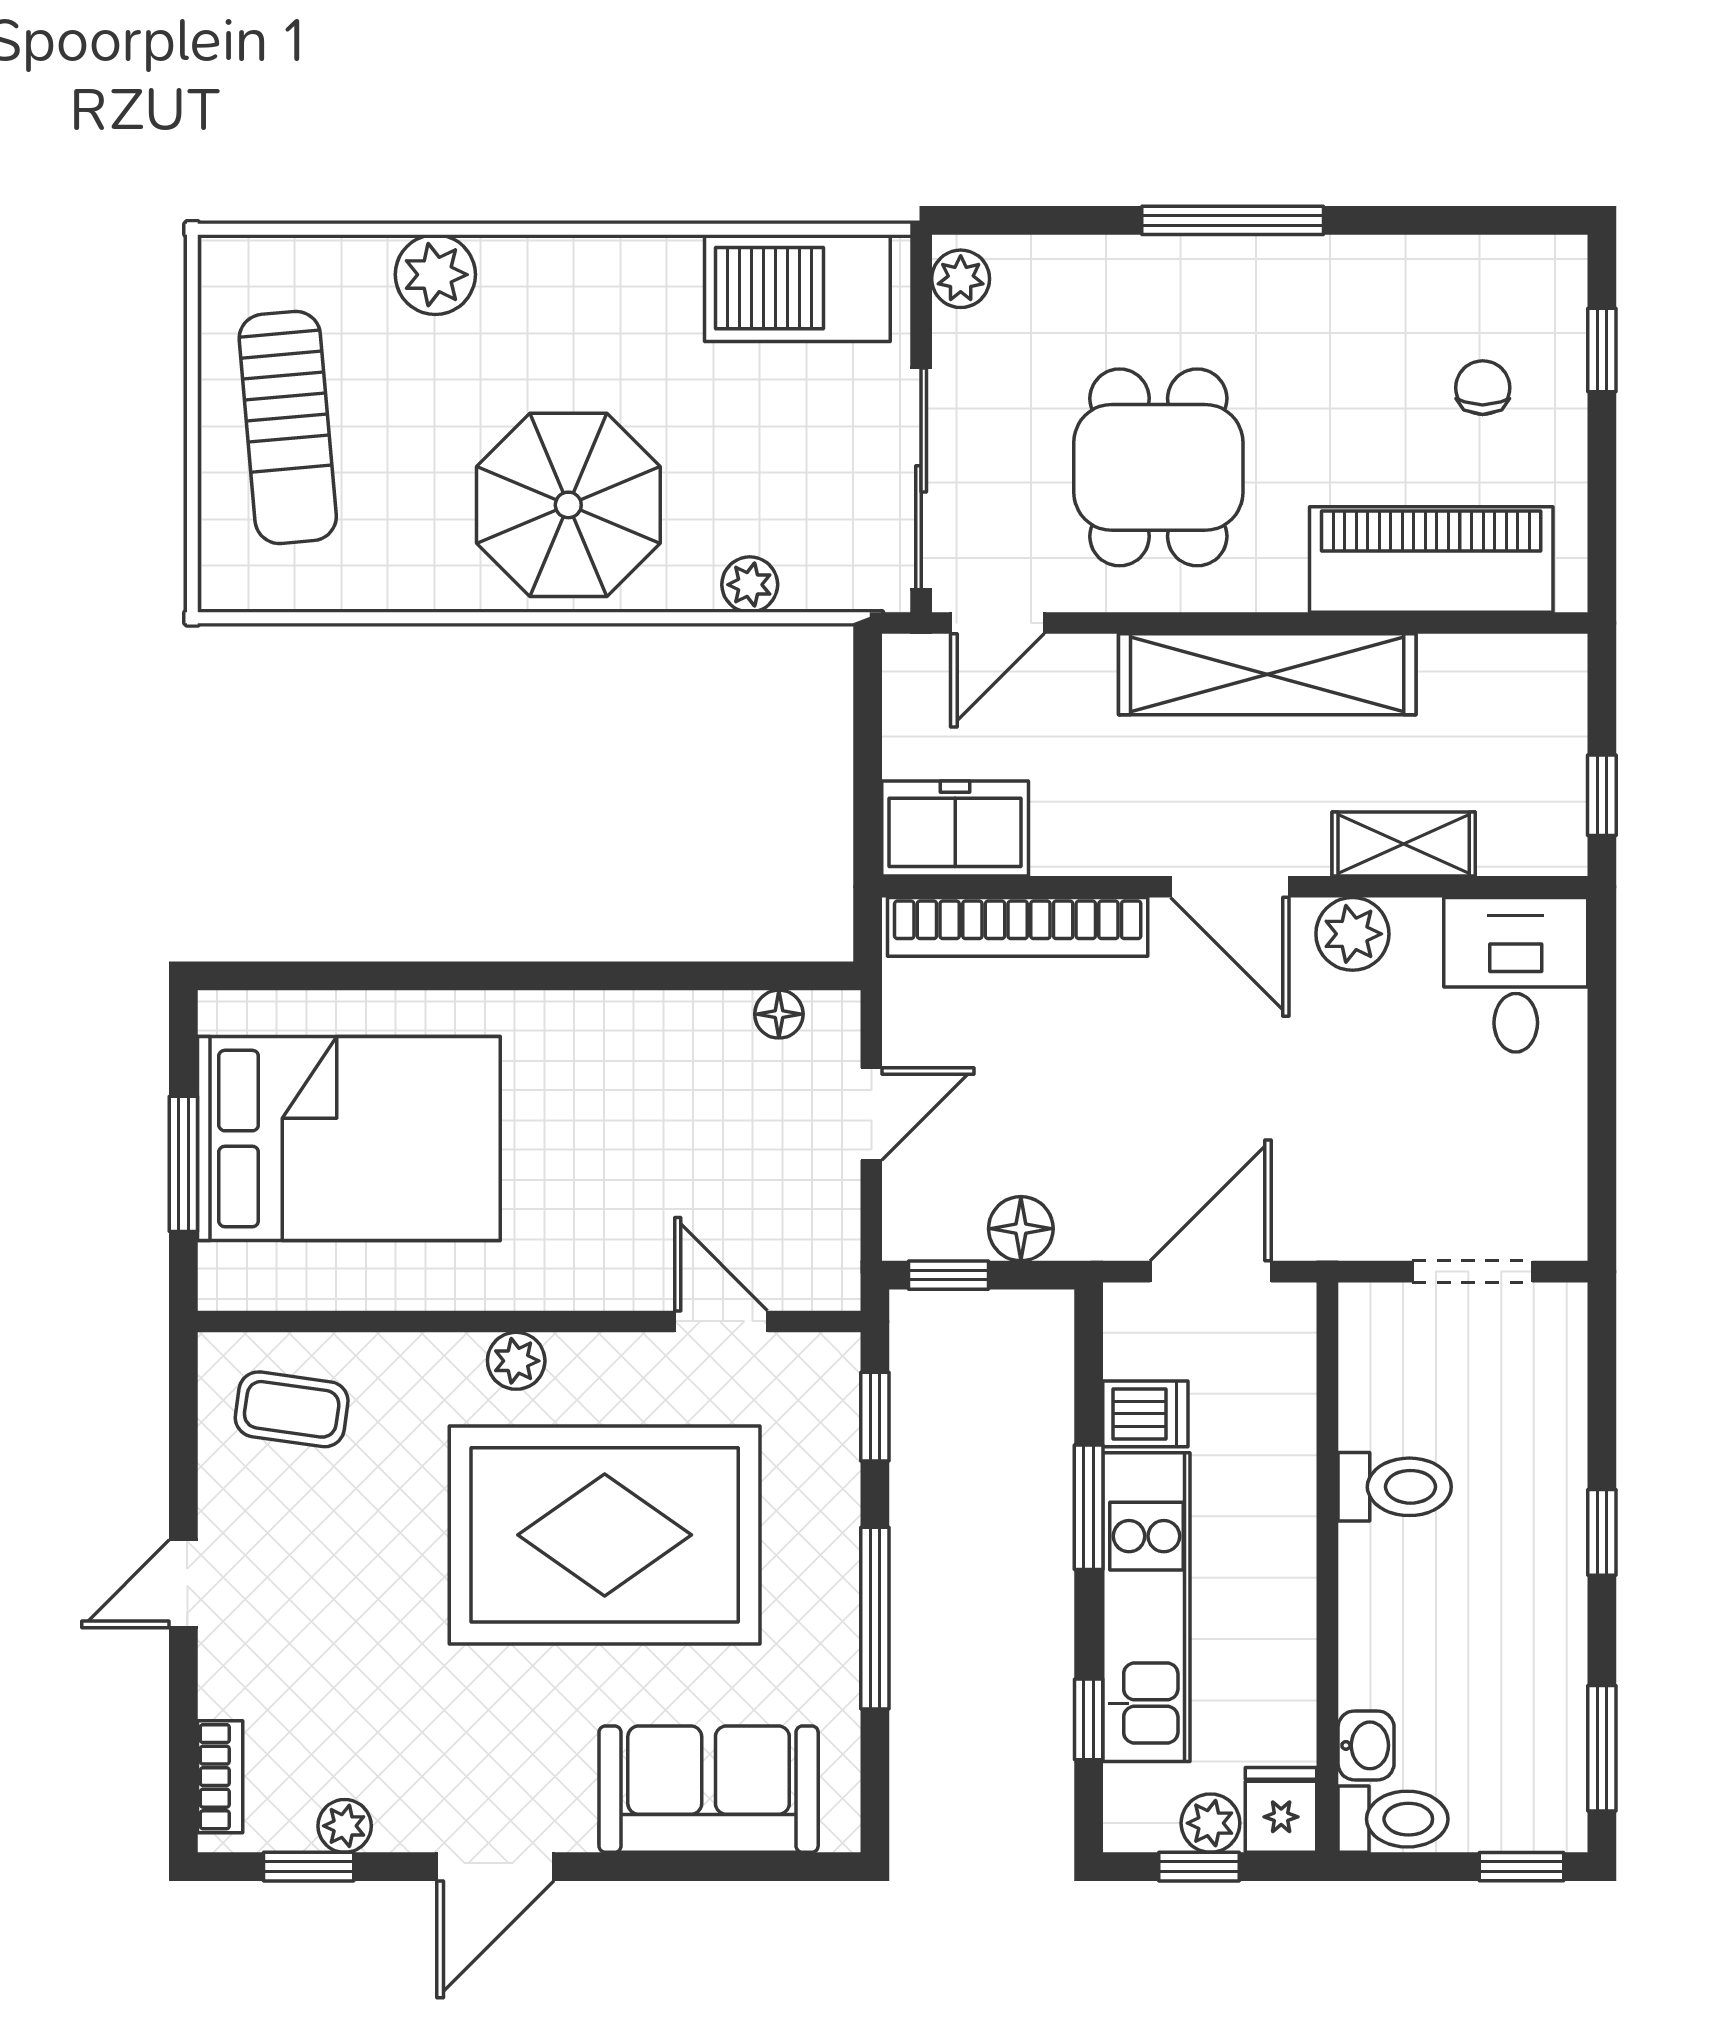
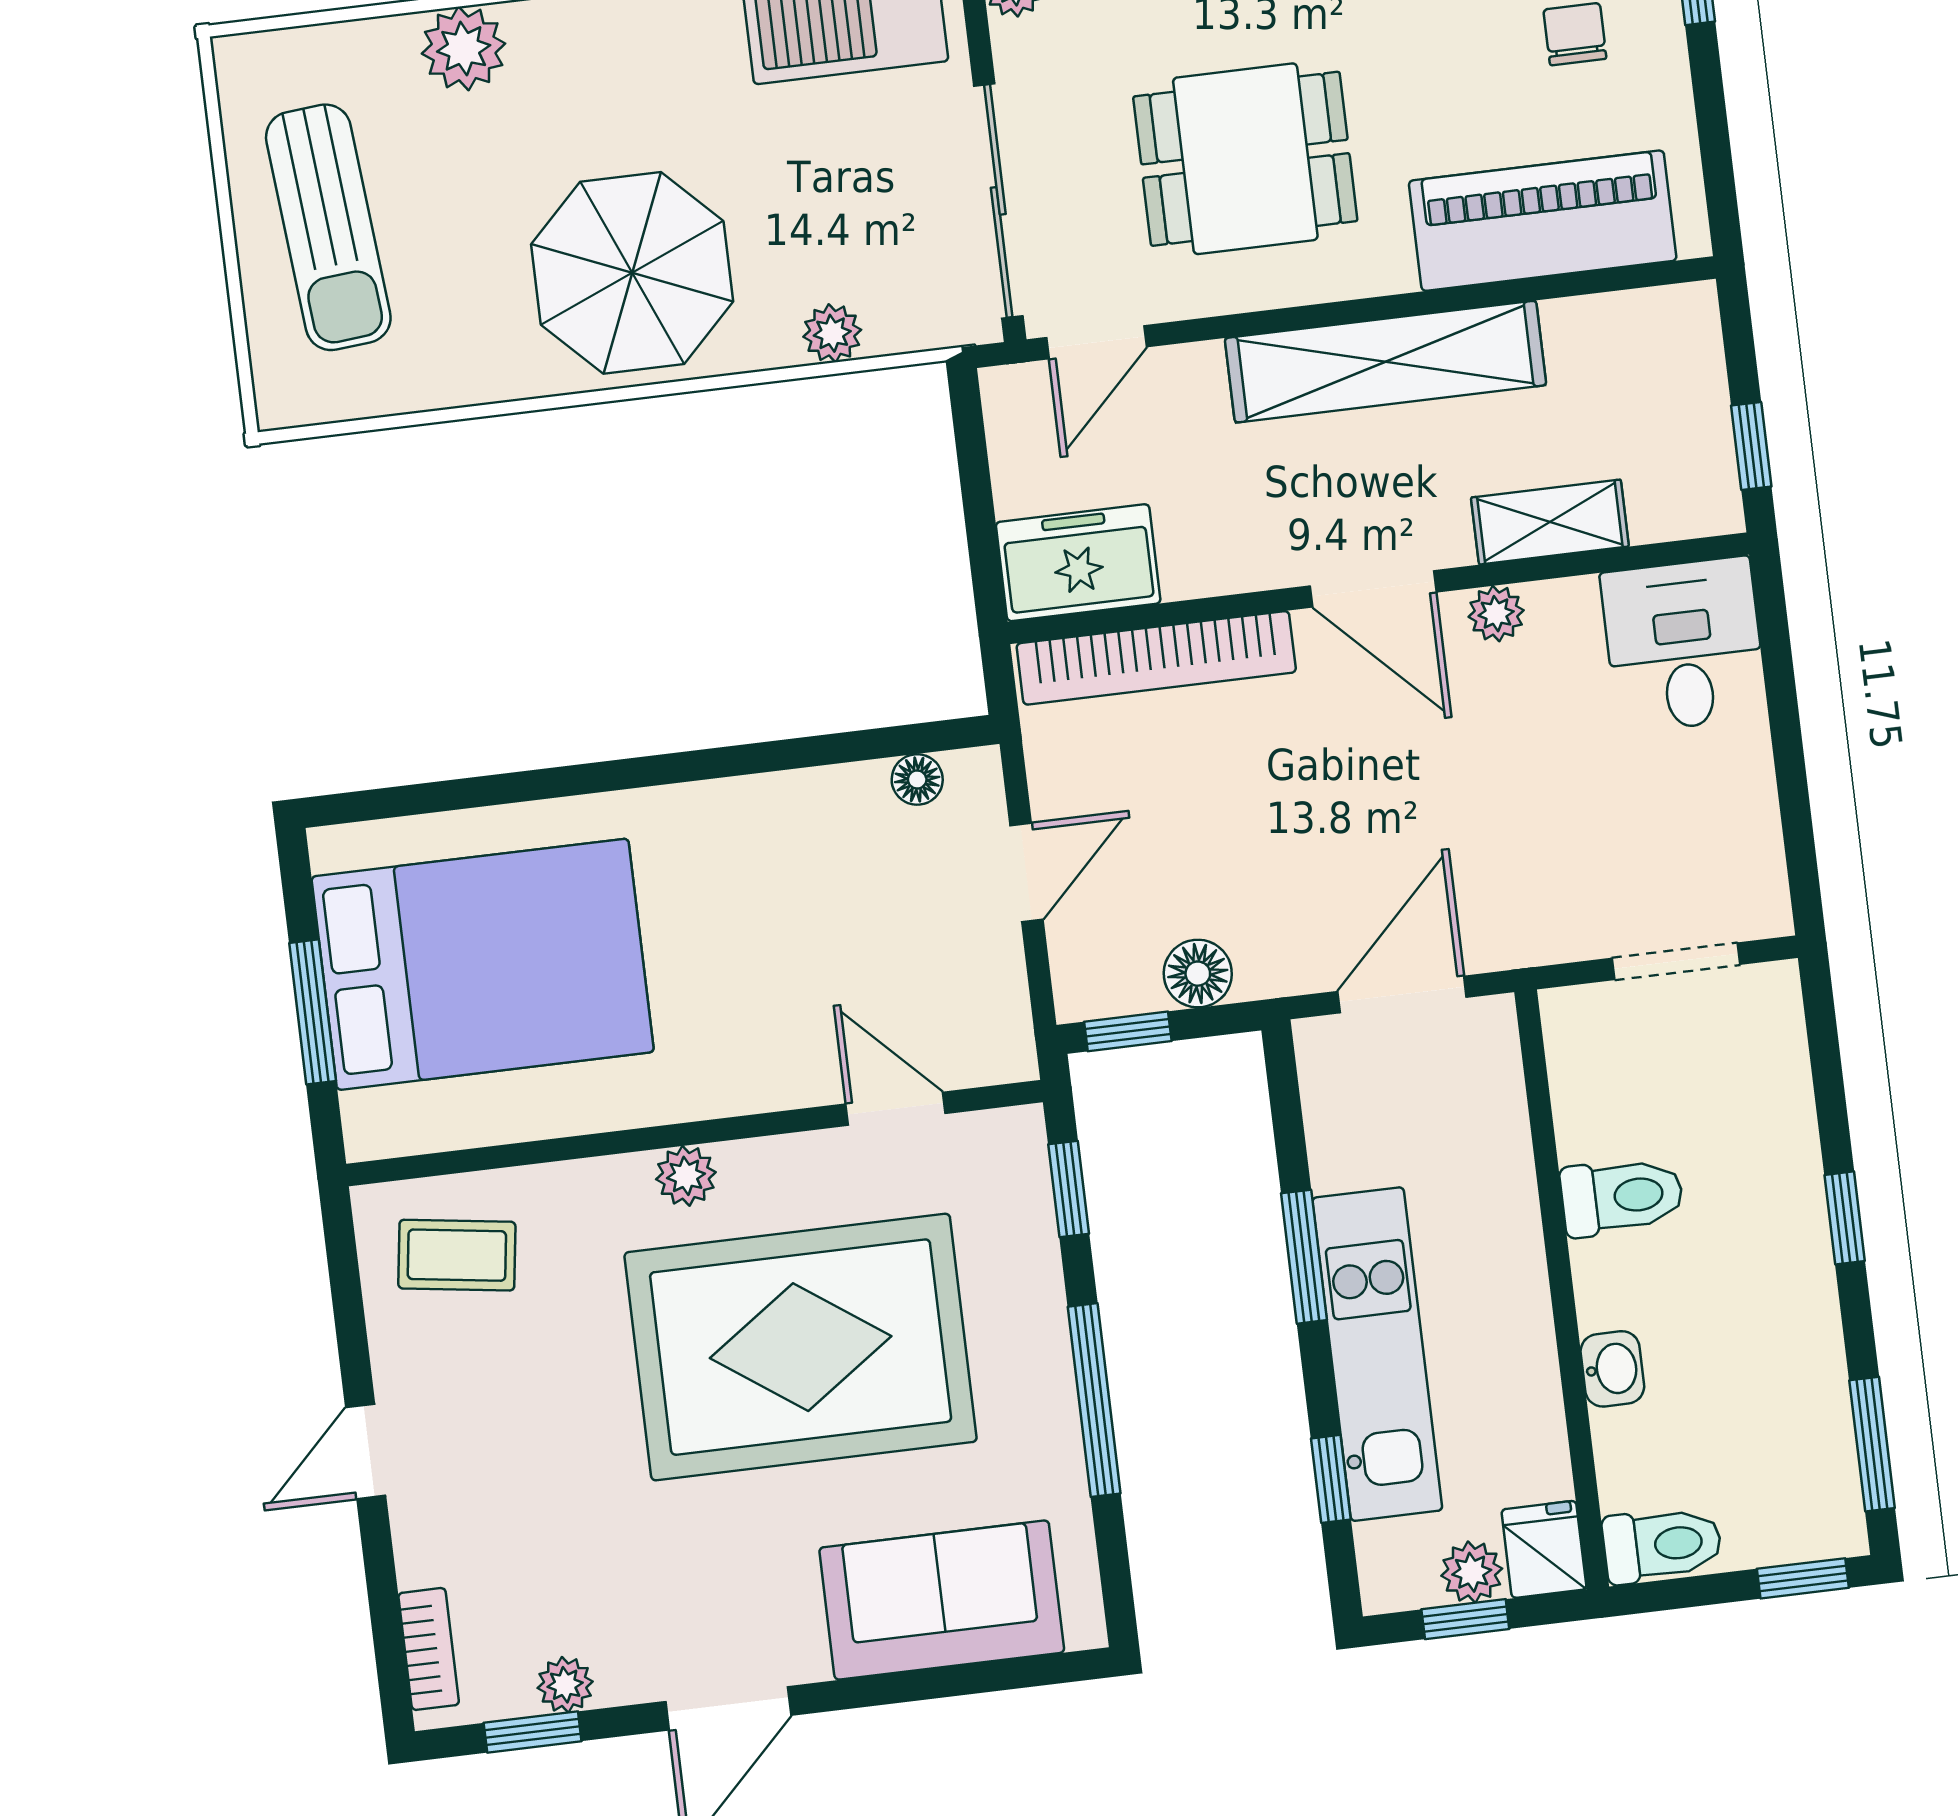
dining table: (1158, 467) -> (1245, 159), turned 90
plant: (1352, 934) -> (1496, 614), width x0.73, depth x0.73
dishwasher: (1145, 1414) -> (1352, 1152), removed
washbasin: (1366, 1745) -> (1612, 1369), moved

